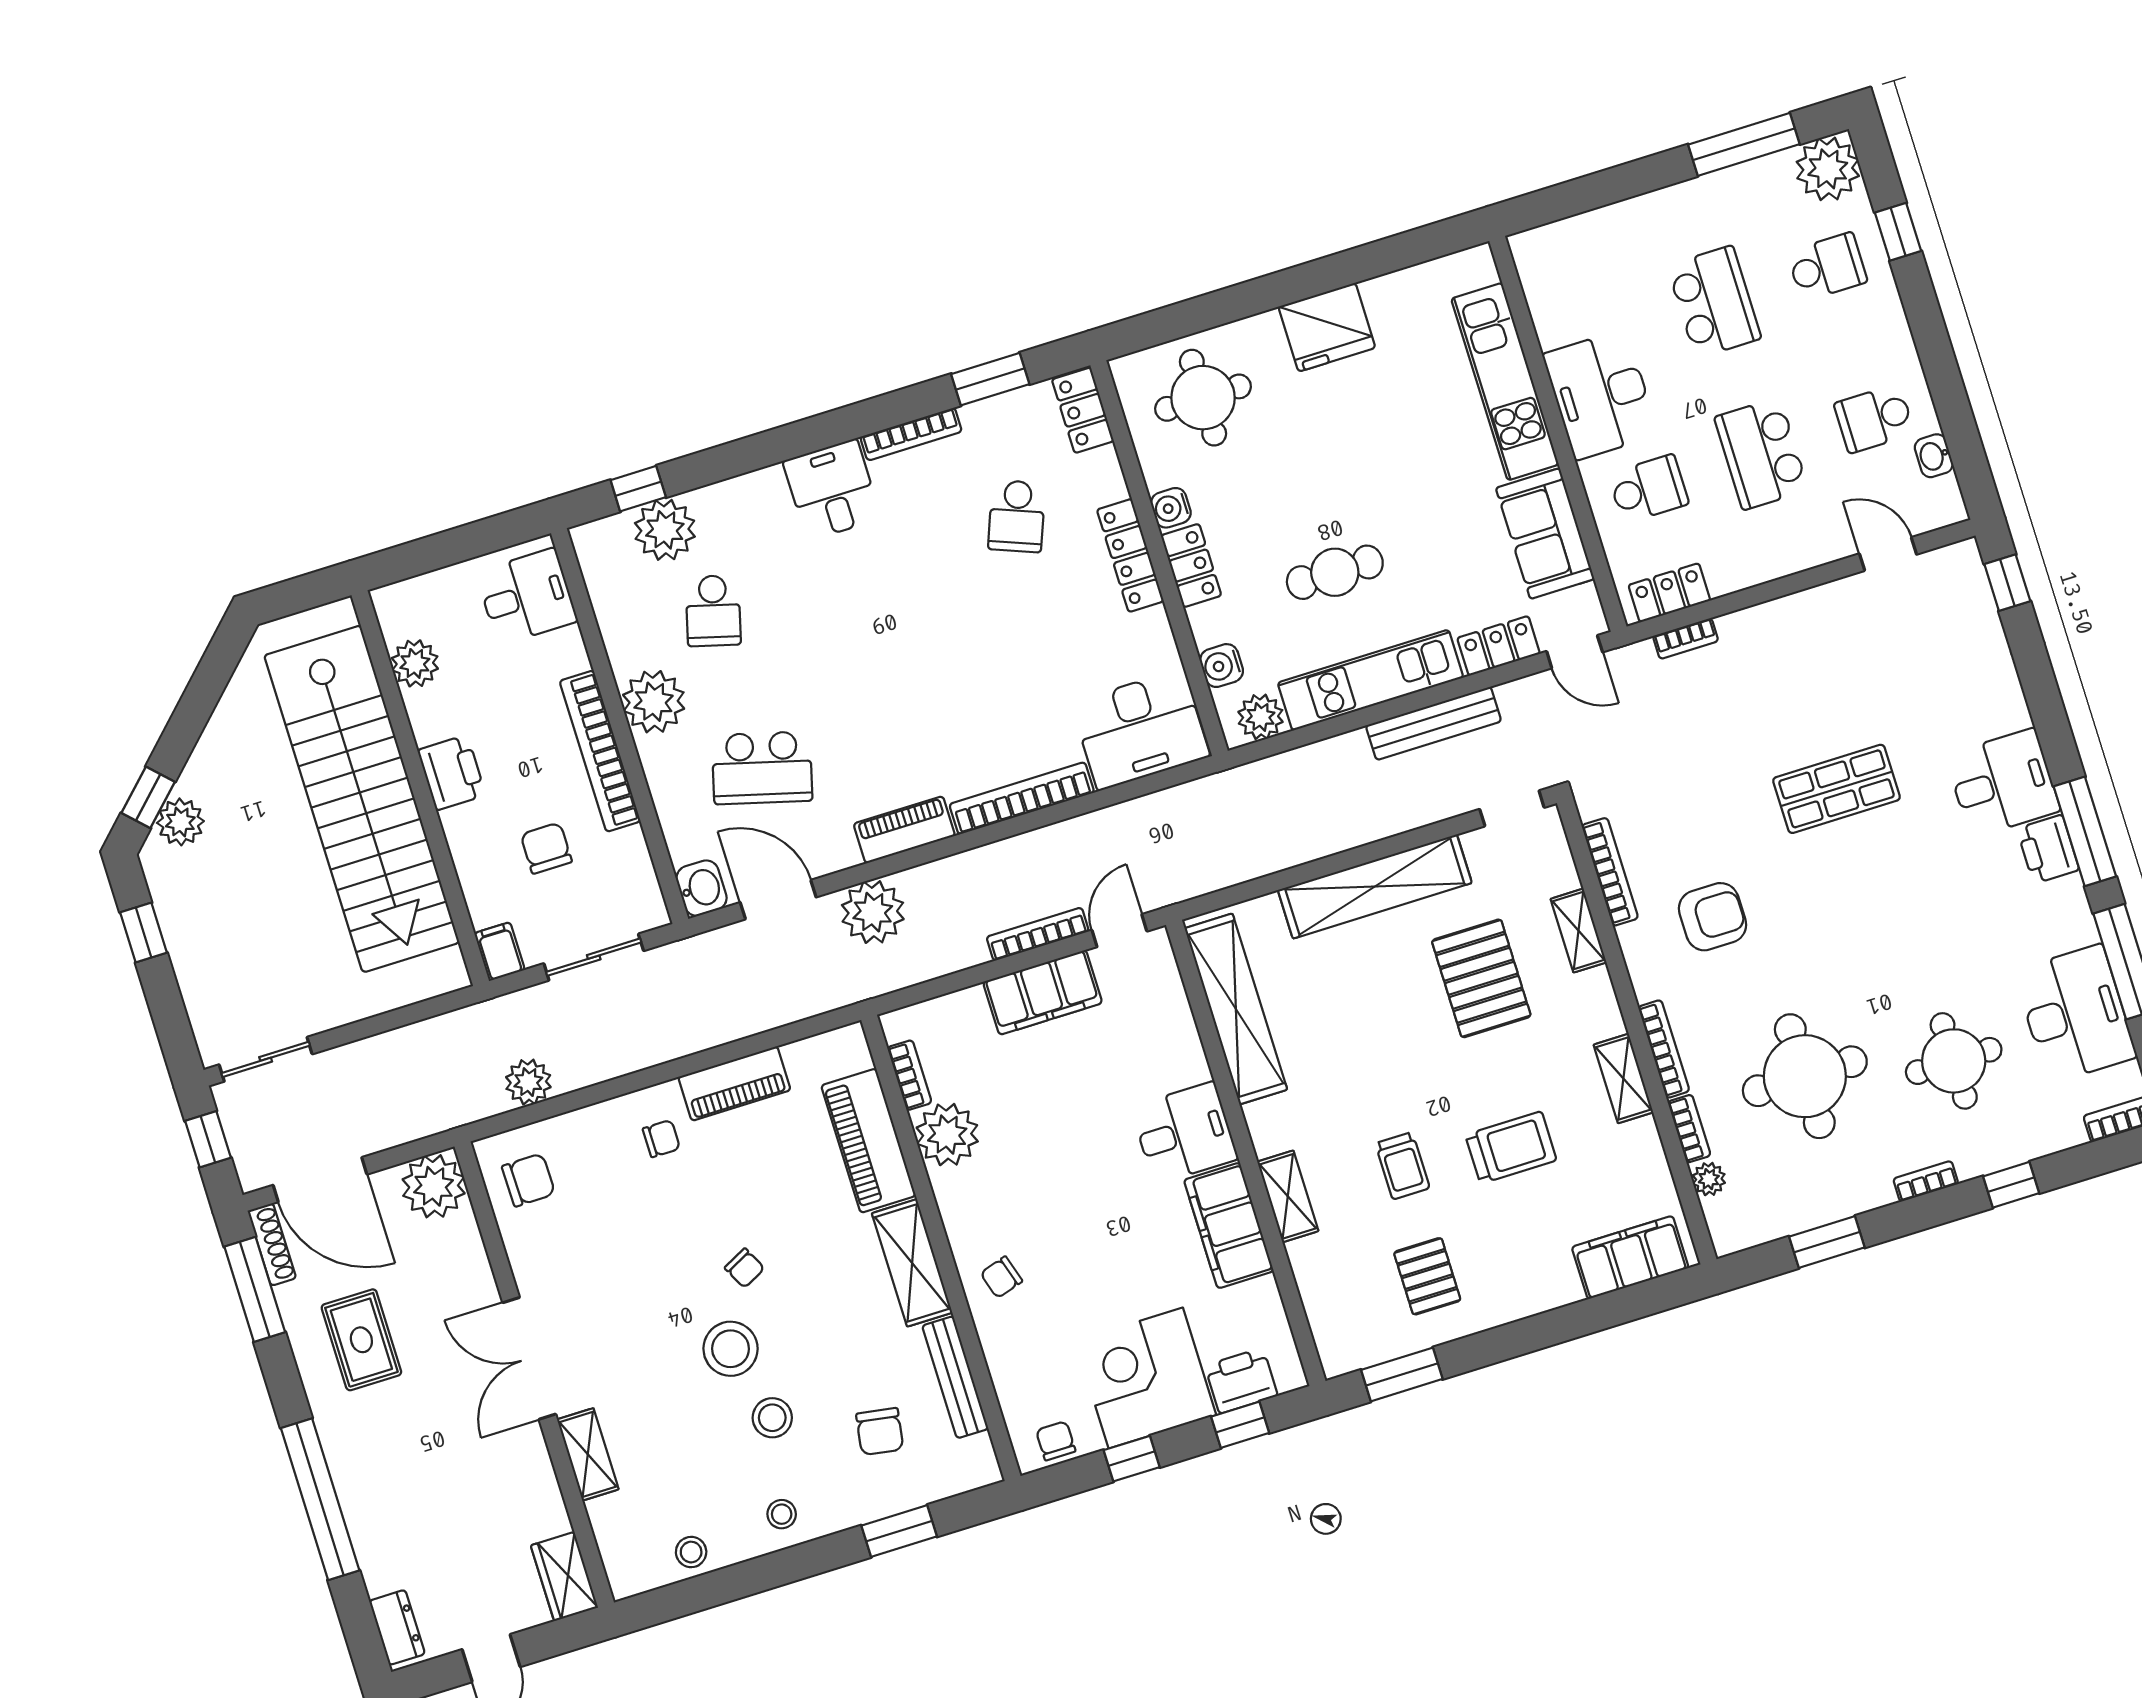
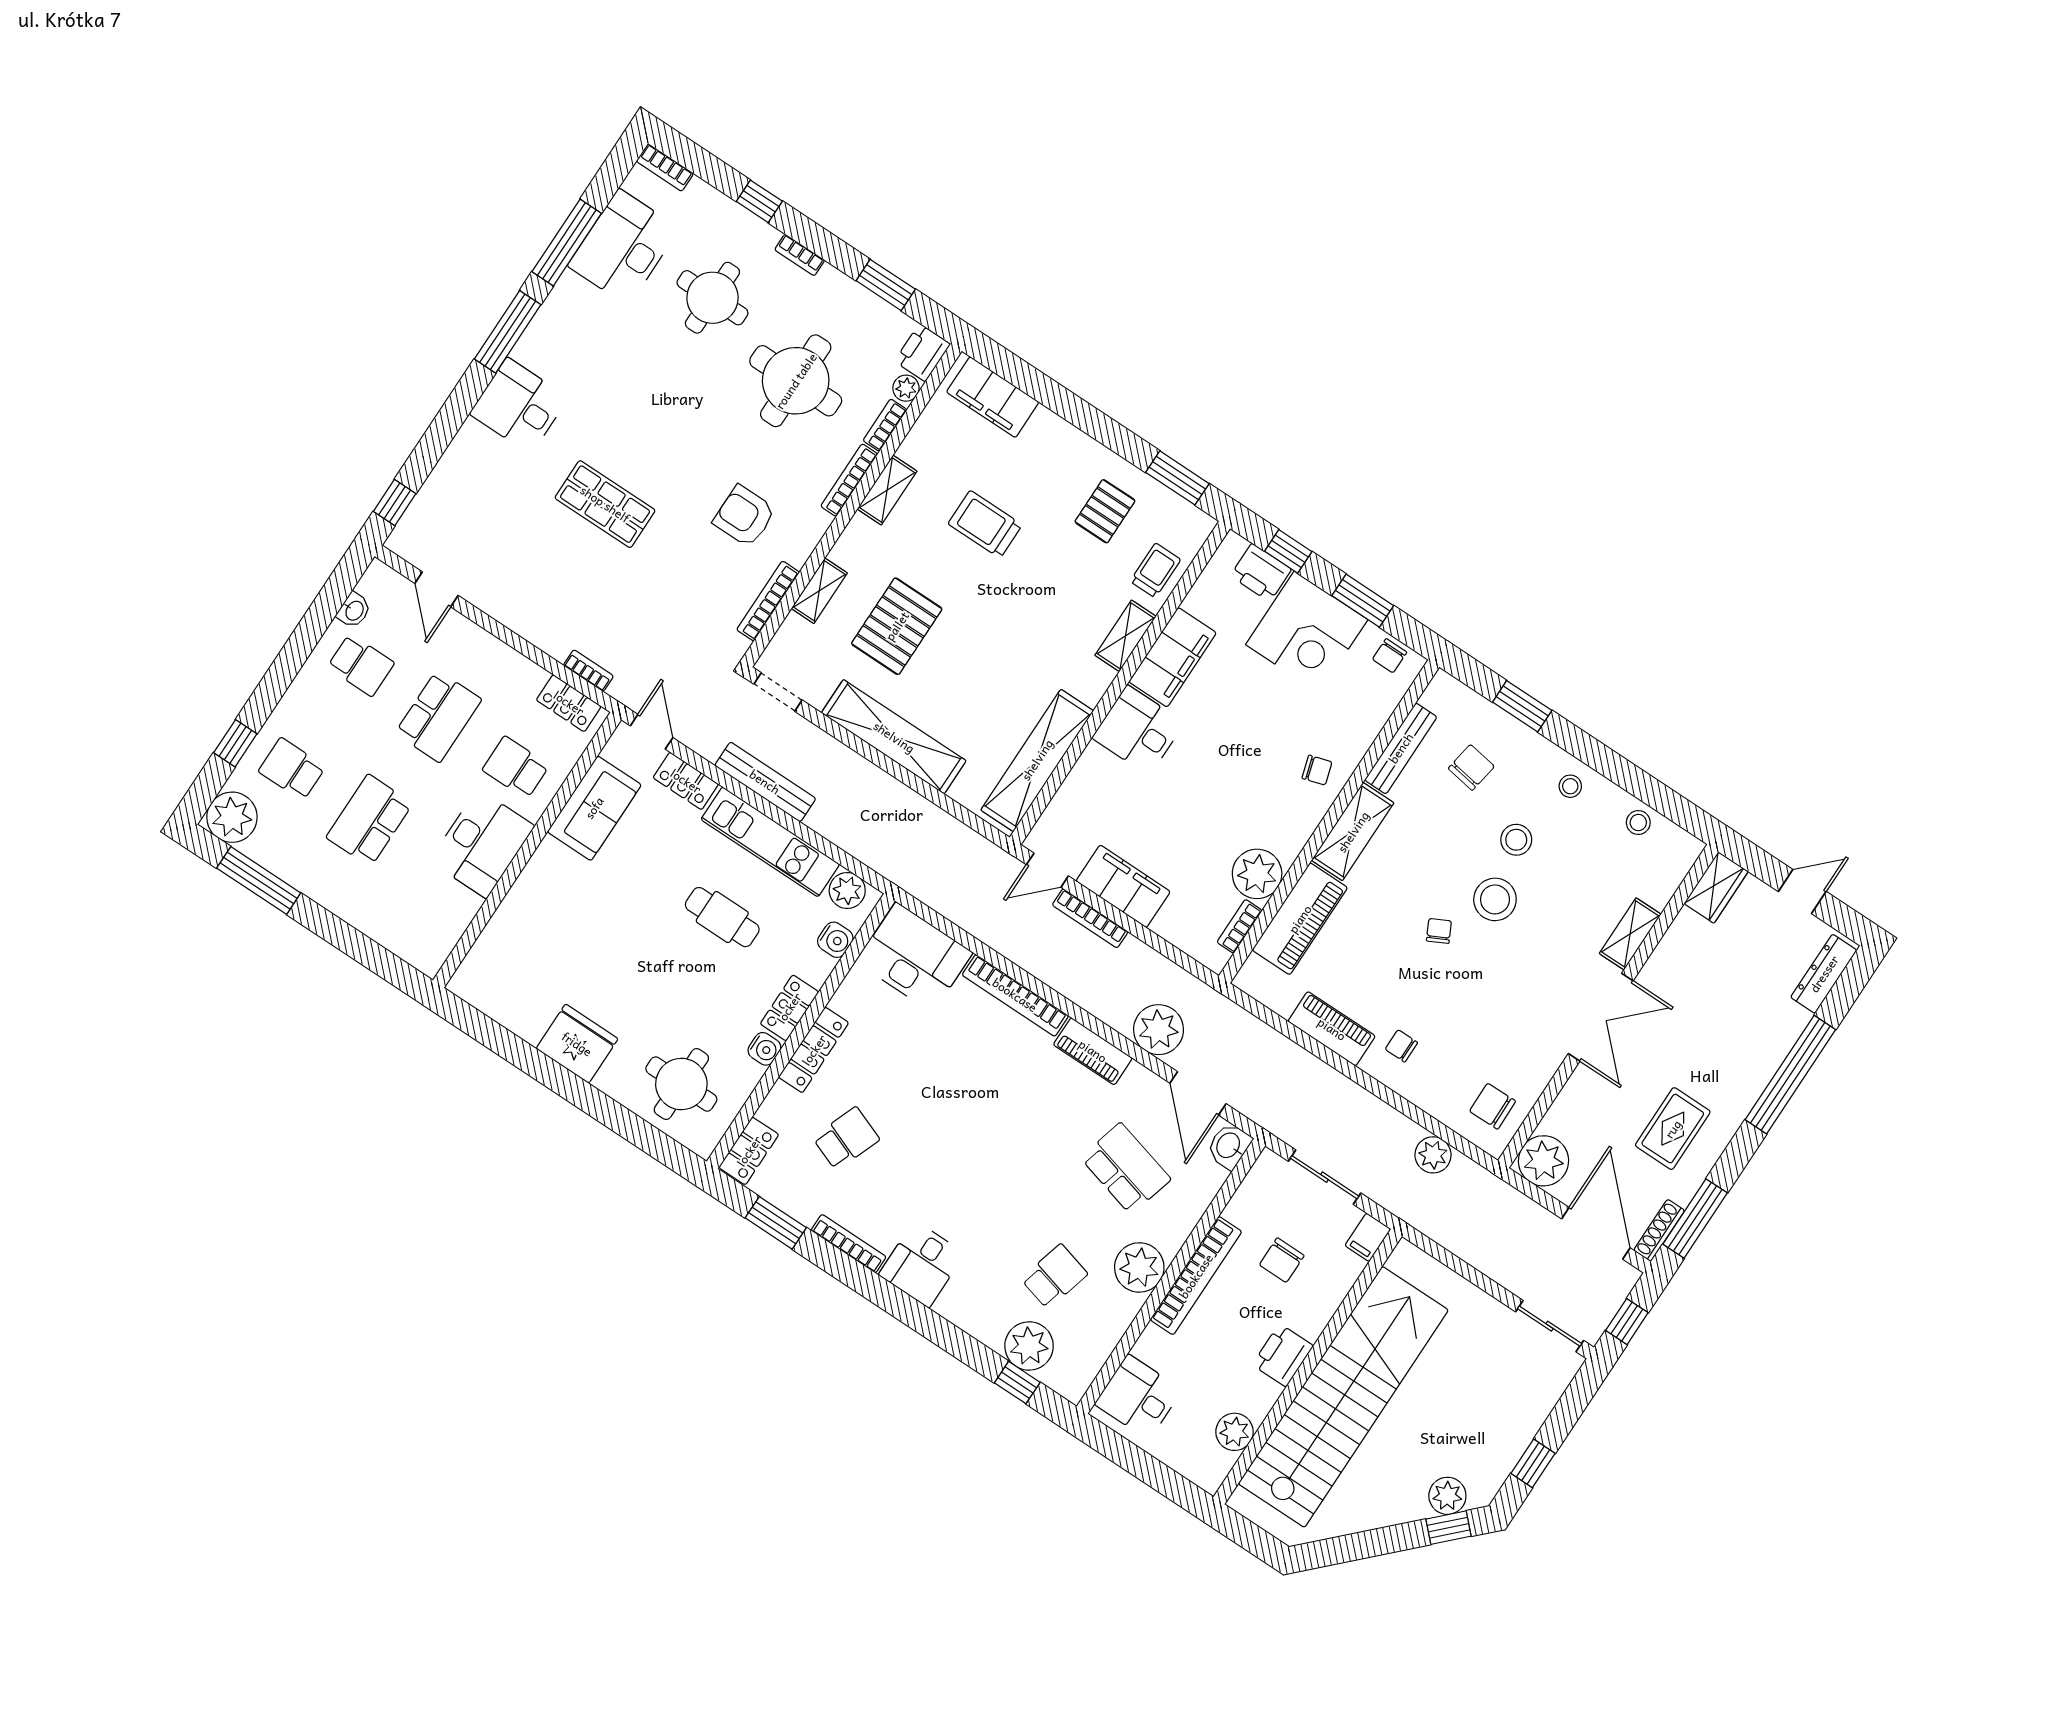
kitchen unit: (1505, 382) -> (522, 908), removed
printer: (2048, 849) -> (922, 353), moved, turned 180
trolley: (1402, 1166) -> (1155, 570), moved
window: (1132, 1459) -> (1363, 601), width x1.50
dresser: (397, 1627) -> (1824, 974), width x1.44

